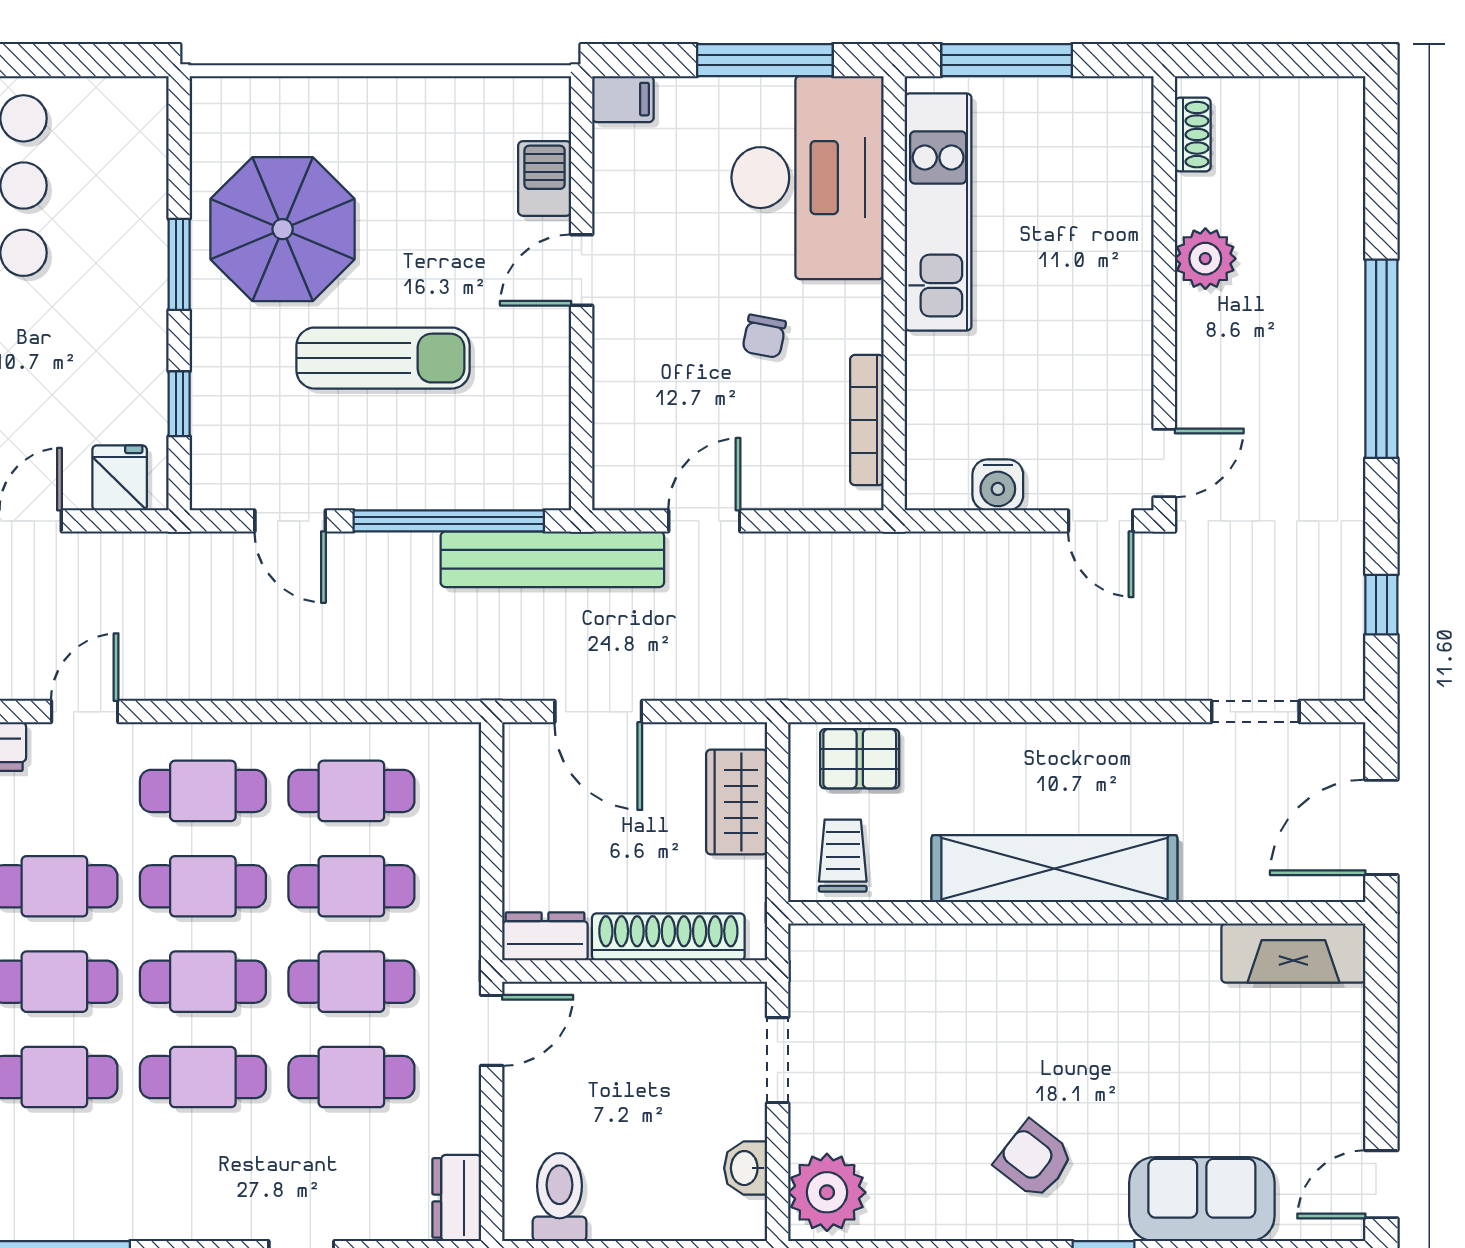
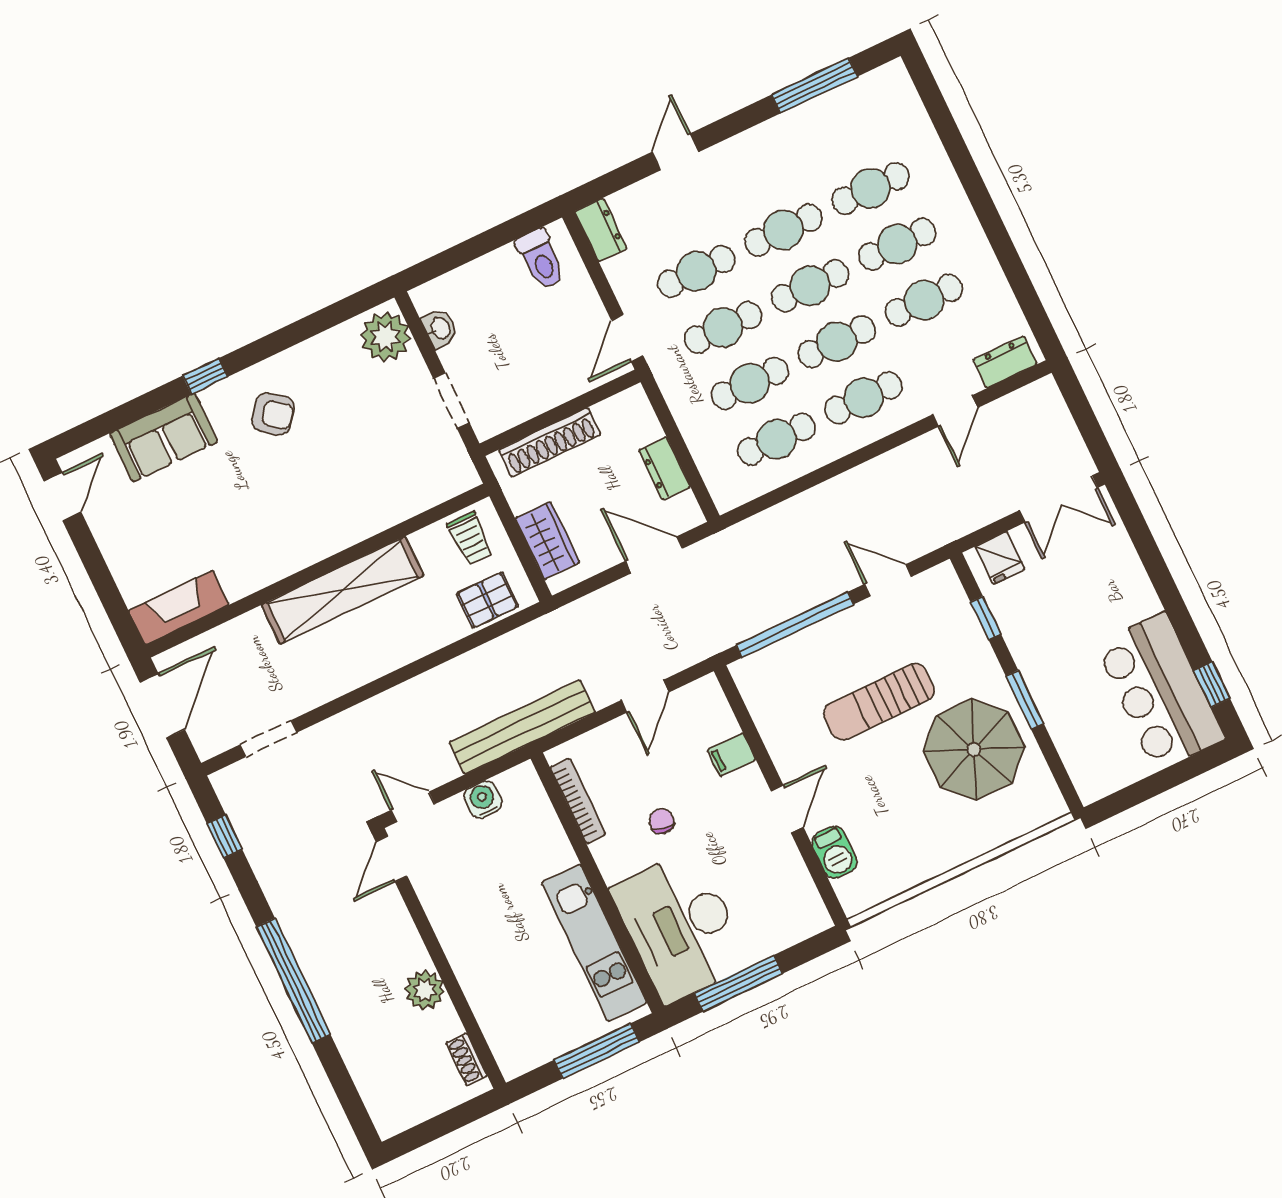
filing cabinet: (623, 99) -> (731, 755), moved
bench: (552, 559) -> (522, 727), moved
dresser: (545, 936) -> (665, 468), moved, turned 90

